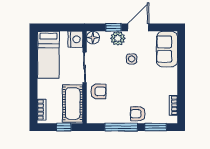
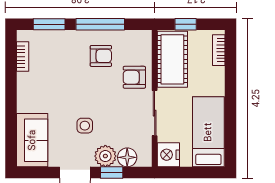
floor lamp: (93, 38) -> (127, 157), moved
armchair: (138, 114) -> (101, 56), moved

